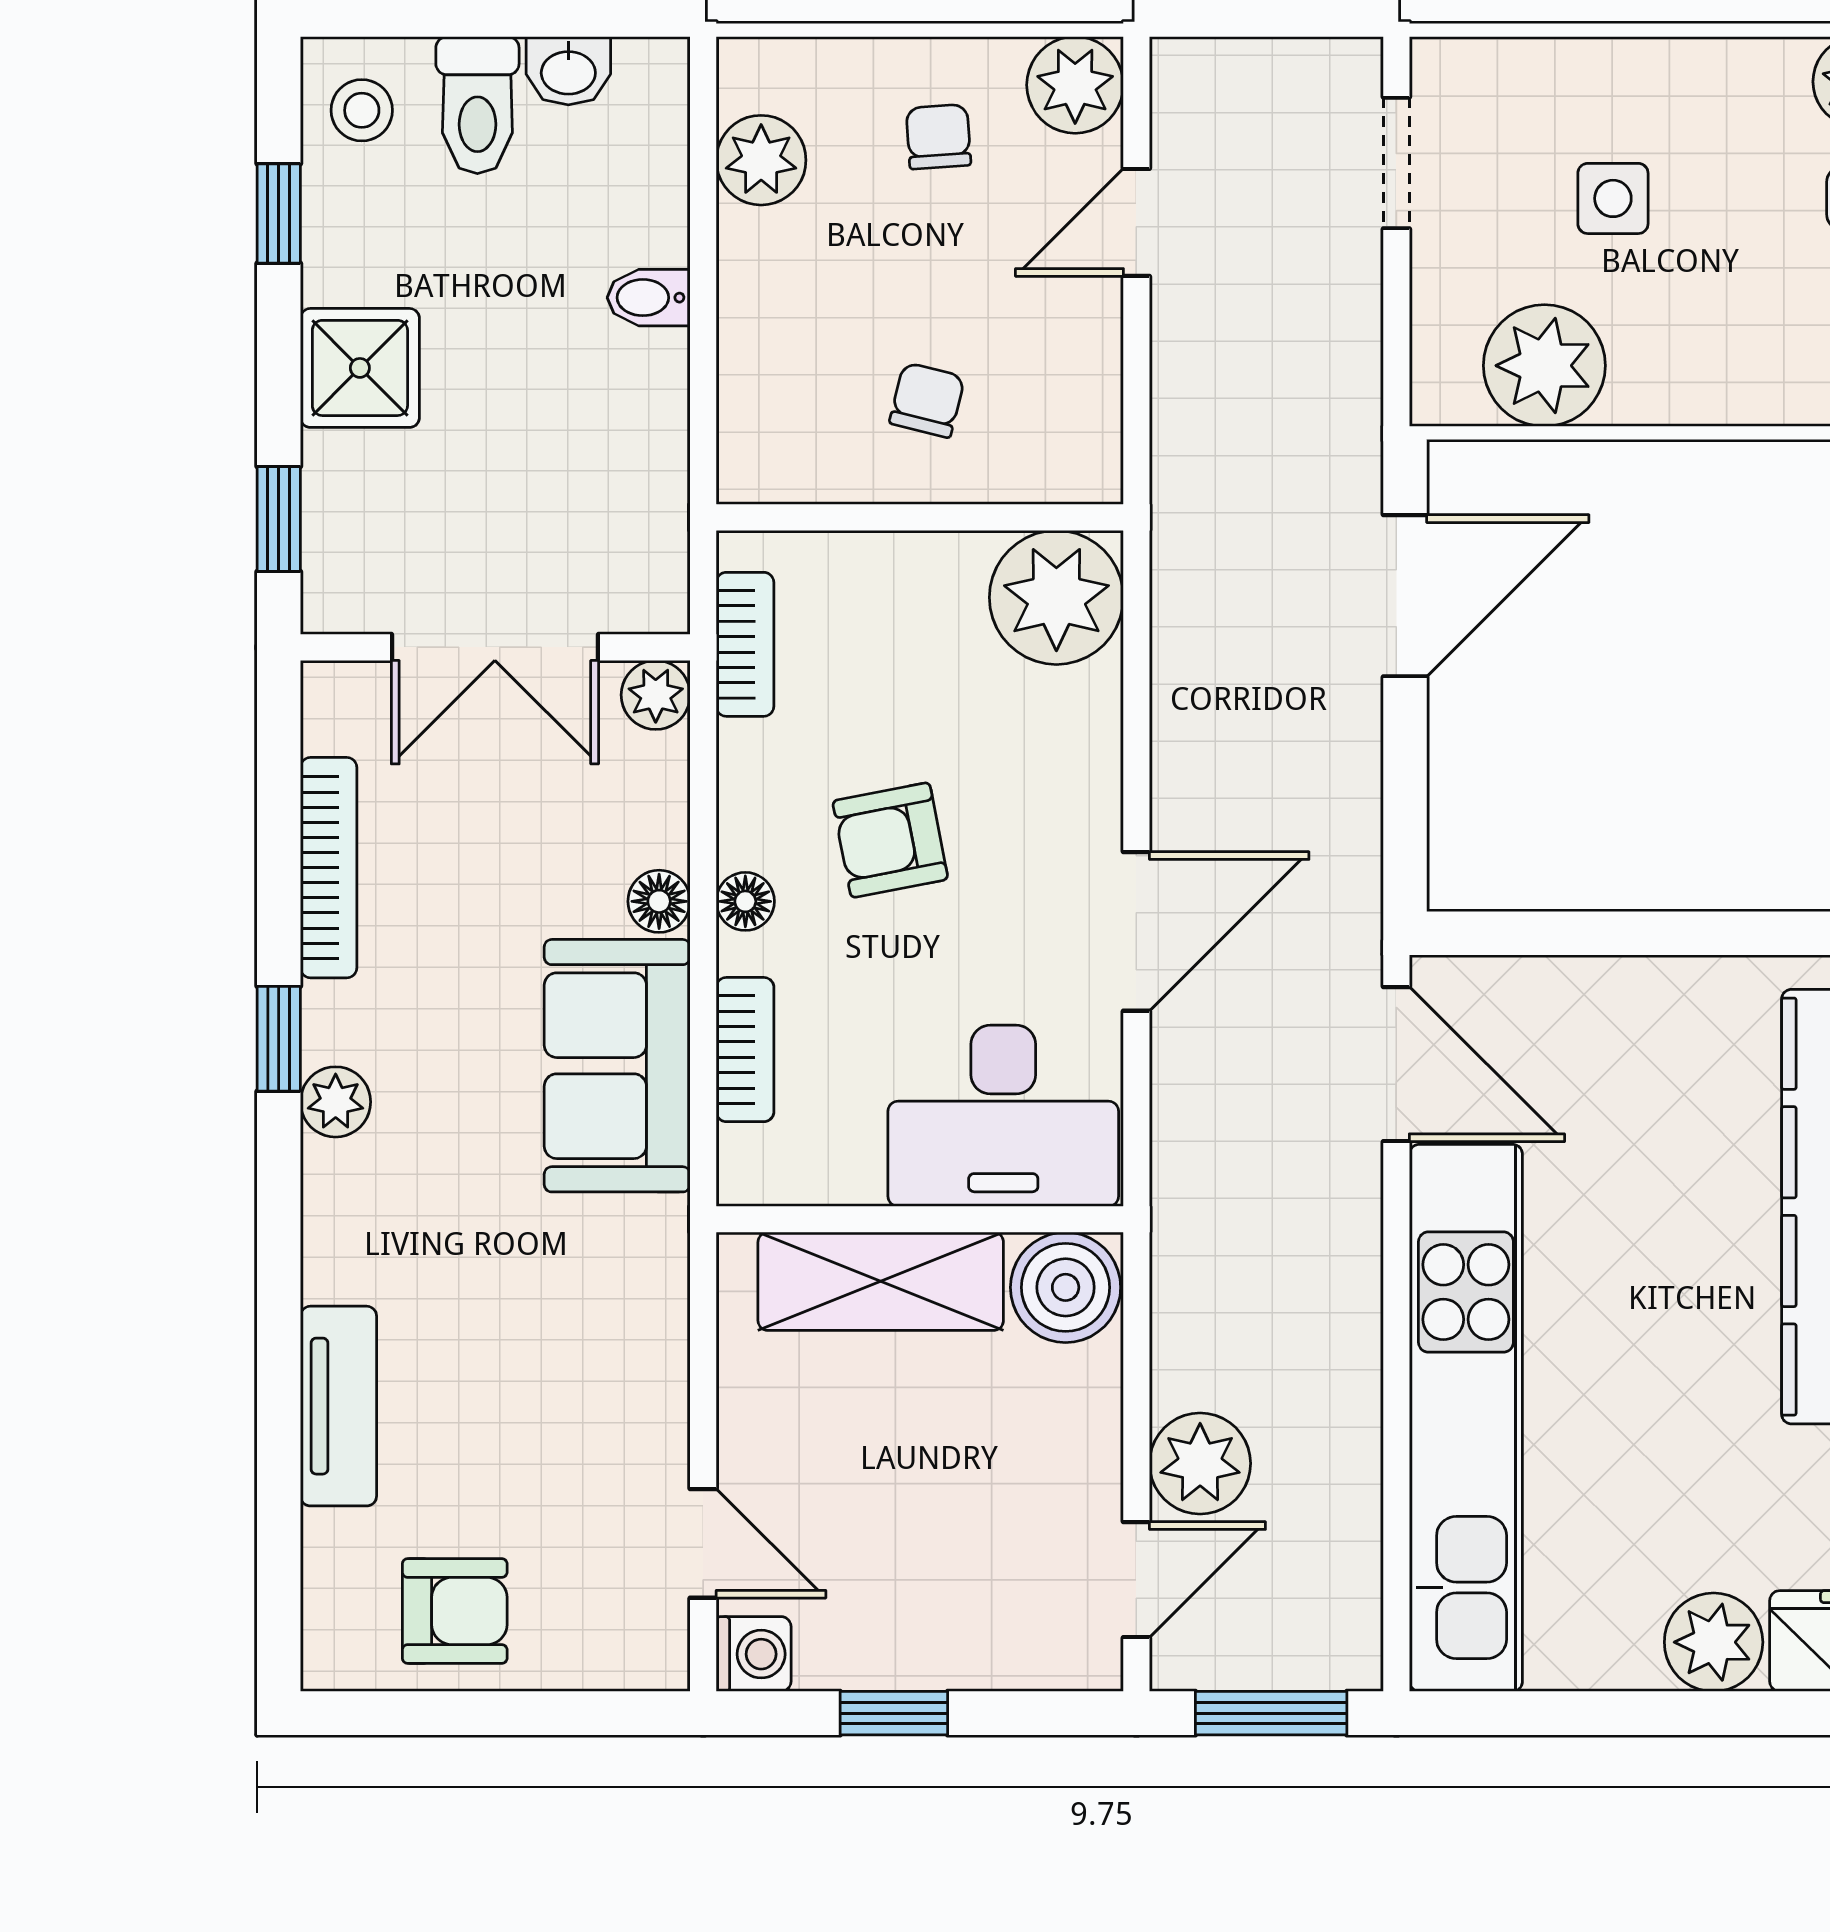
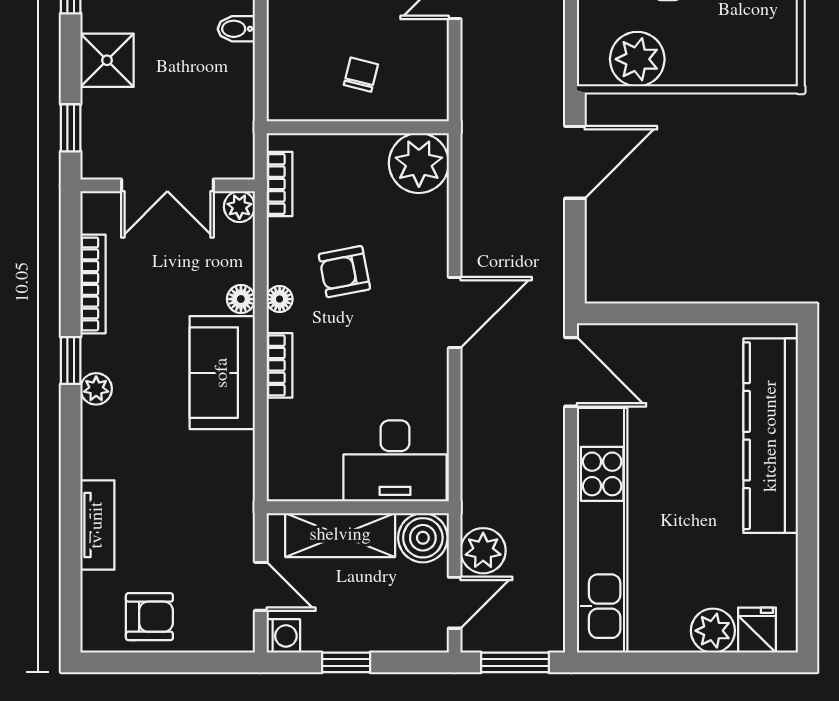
desk: (1003, 1116) -> (395, 461), moved
wall: (920, 1219) -> (358, 507), moved
shelving: (881, 1281) -> (340, 535), moved
boiler: (1066, 1287) -> (423, 538), moved

